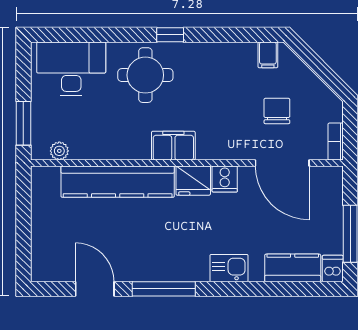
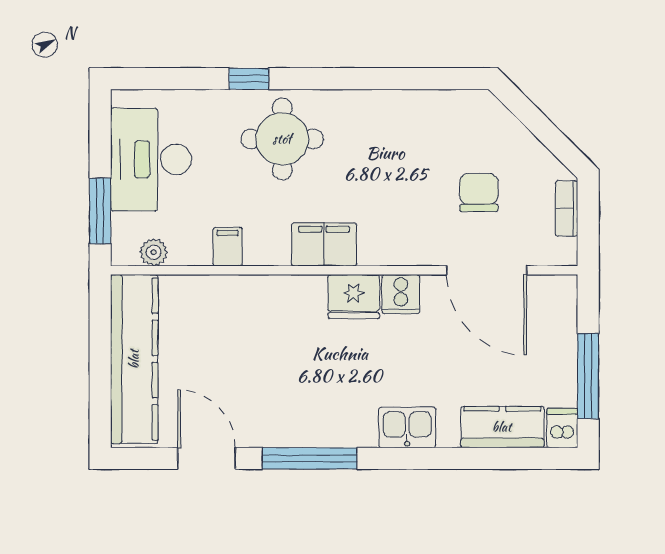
window: (170, 35) -> (249, 79), moved
filing cabinet: (268, 55) -> (227, 247), moved, turned 180
desk: (71, 69) -> (151, 159), moved, turned -90
bookcase: (336, 142) -> (567, 208), moved
kitchen counter: (118, 182) -> (134, 359), moved, turned -90

